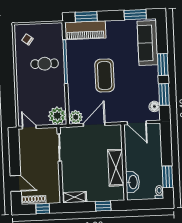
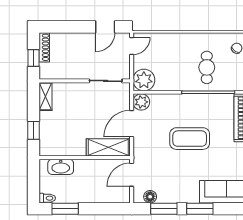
door: (94, 124) -> (132, 124), swing flipped
shelving: (116, 168) -> (108, 147), moved
door: (16, 183) -> (105, 27), moved

